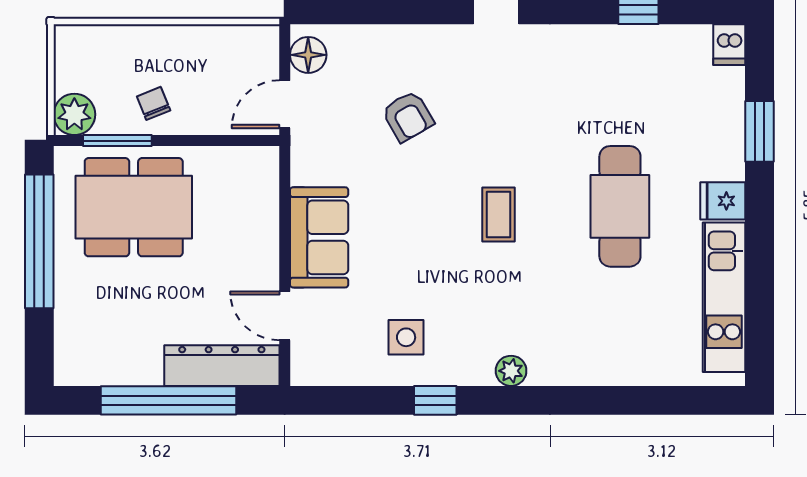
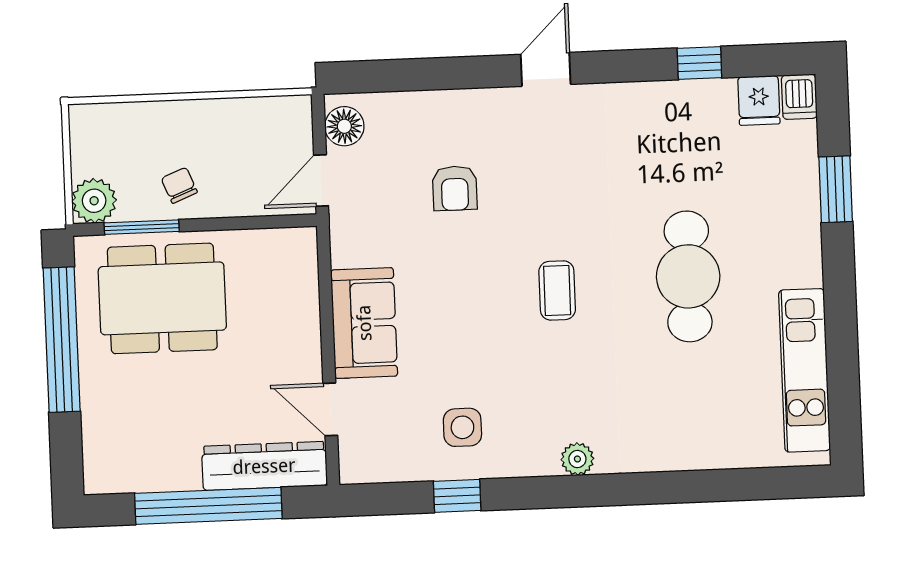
armchair: (408, 116) -> (455, 188), turned 30
fridge: (723, 201) -> (759, 100), moved, turned -90
window: (435, 400) -> (457, 496), moved

